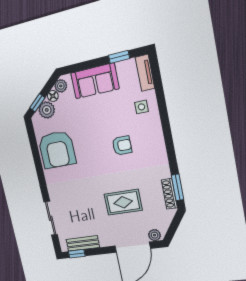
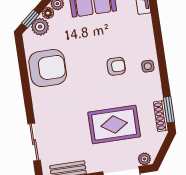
side table: (141, 107) -> (148, 66), moved
armchair: (57, 150) -> (48, 68), turned -90
rug: (123, 202) -> (114, 124), width x1.36, depth x1.43

